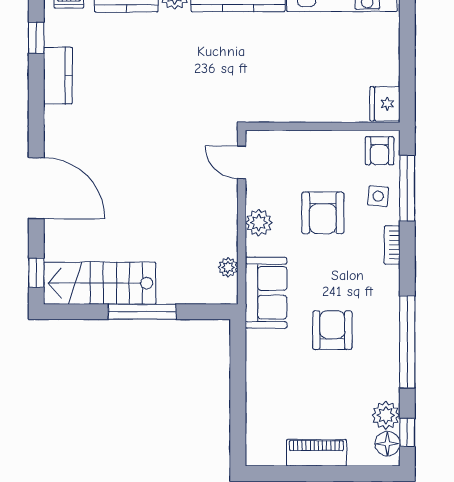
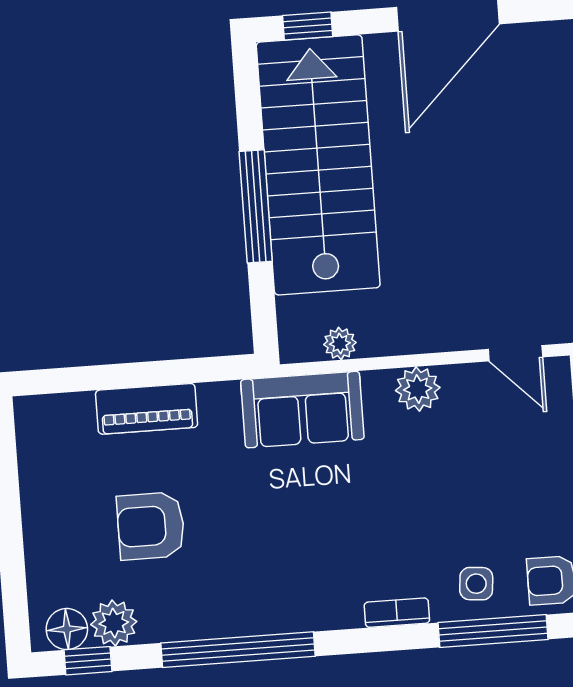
door: (242, 162) -> (515, 353), swing flipped
armchair: (323, 213) -> (442, 494), removed
stairs: (100, 283) -> (318, 165), width x1.36, depth x1.51
armchair: (332, 330) -> (151, 526), moved, turned 180
piano: (316, 453) -> (147, 409), moved, turned 90

